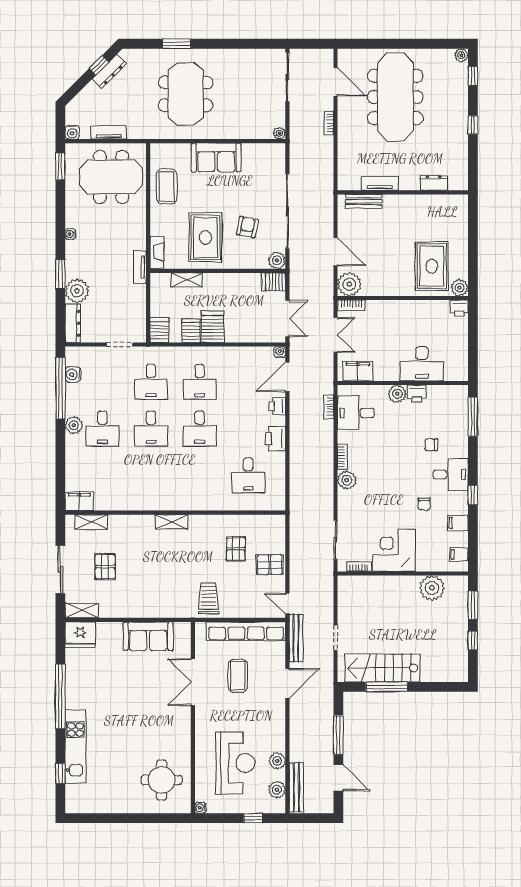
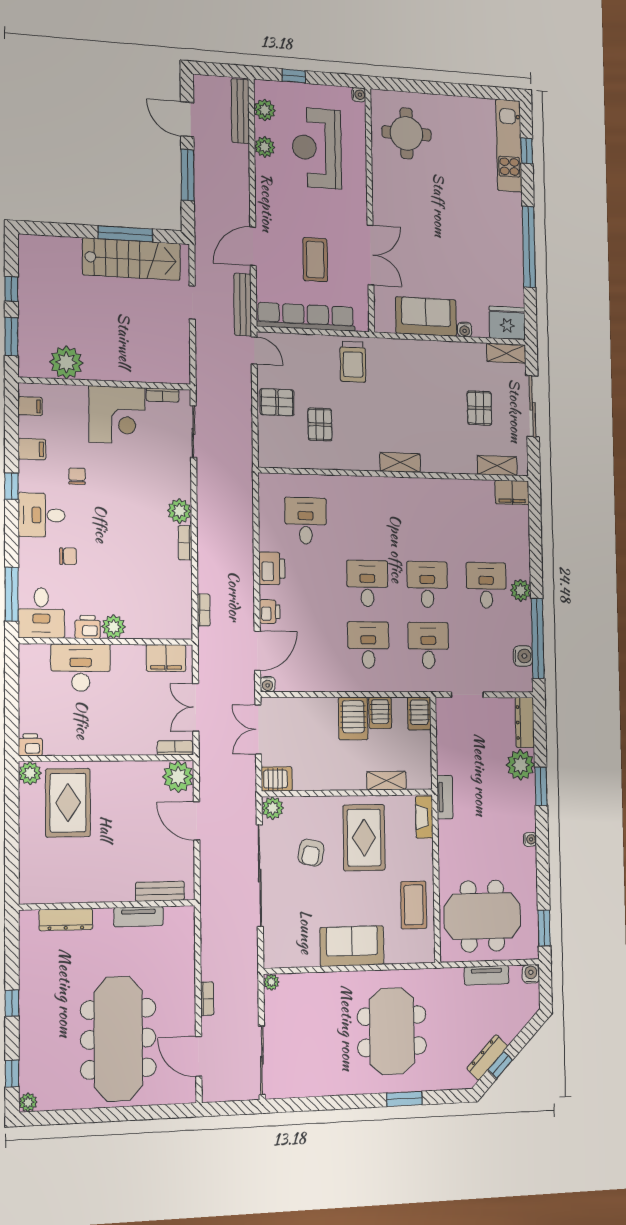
dresser: (434, 183) -> (66, 920), width x1.44
desk: (356, 413) -> (41, 613), moved, turned 90
water cooler: (116, 628) -> (465, 330), added
kitchen unit: (76, 747) -> (509, 146), moved

